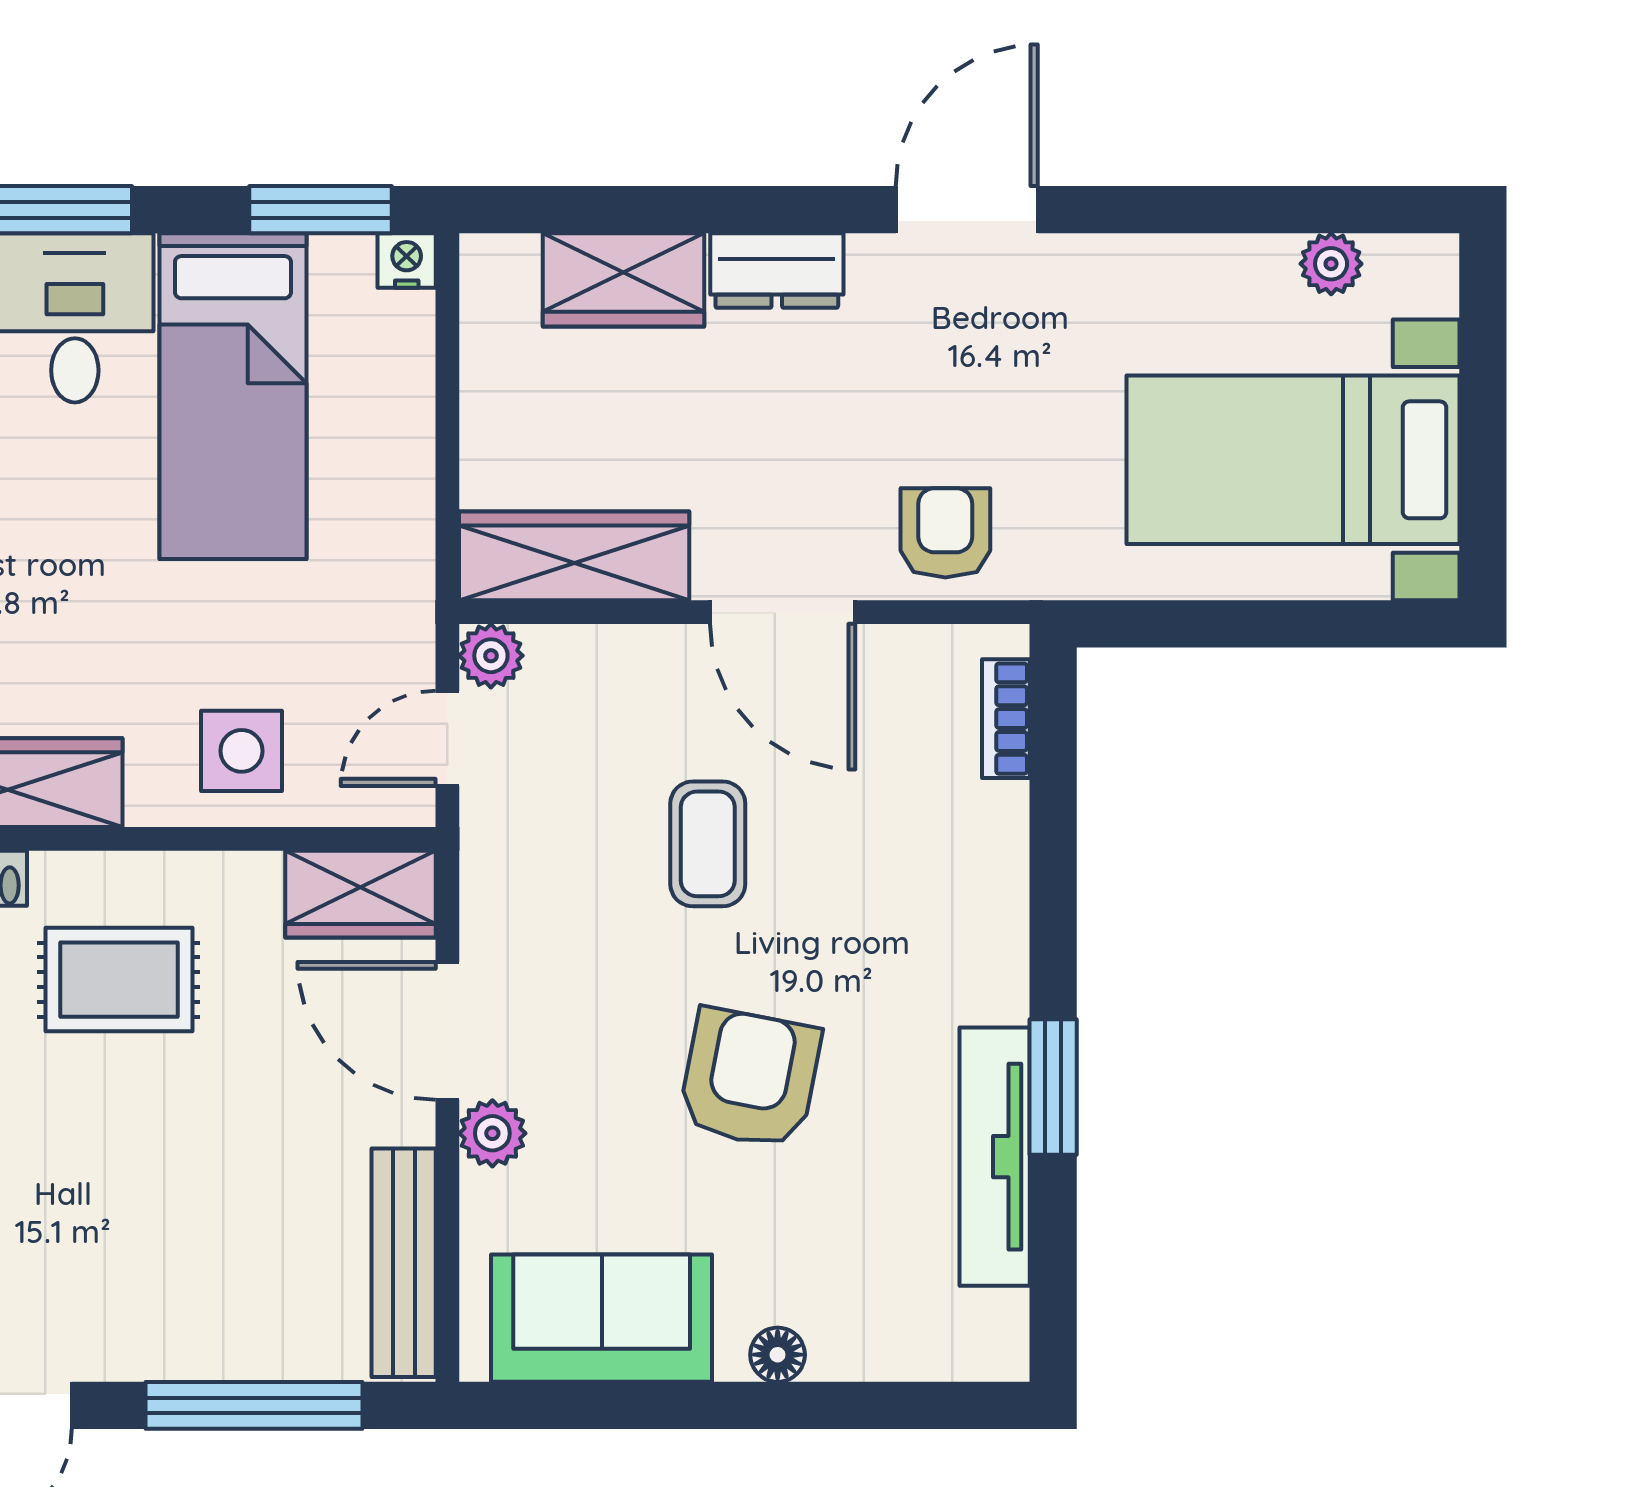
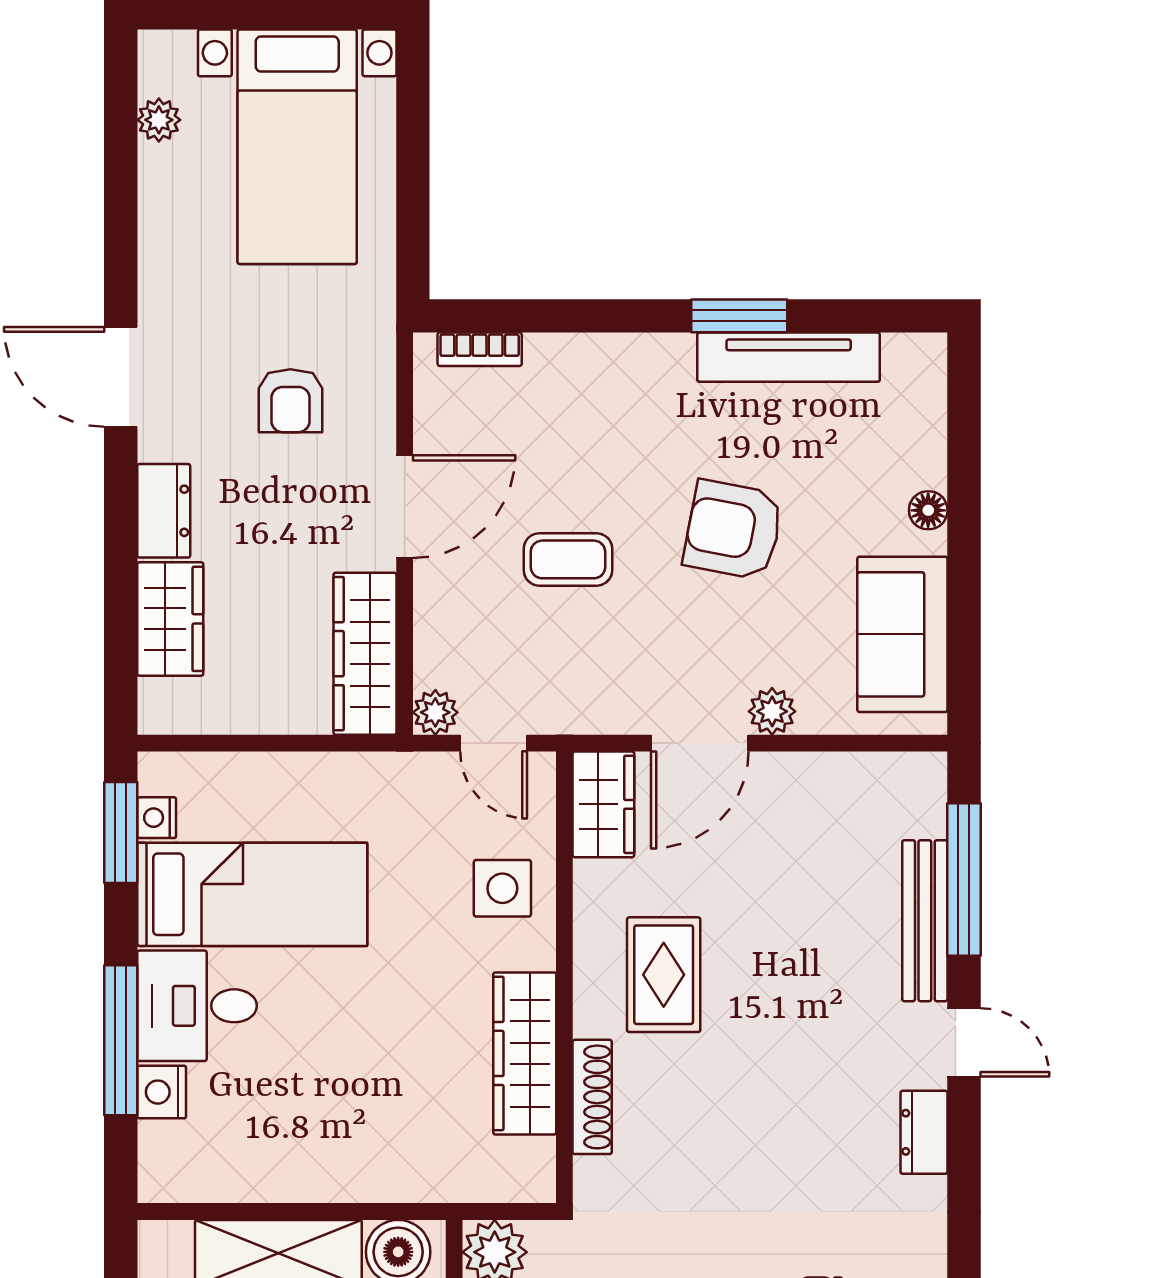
nightstand: (407, 261) -> (157, 818), moved
armchair: (945, 533) -> (290, 401), moved, turned -90
bench: (404, 1263) -> (925, 921), moved, turned 90

